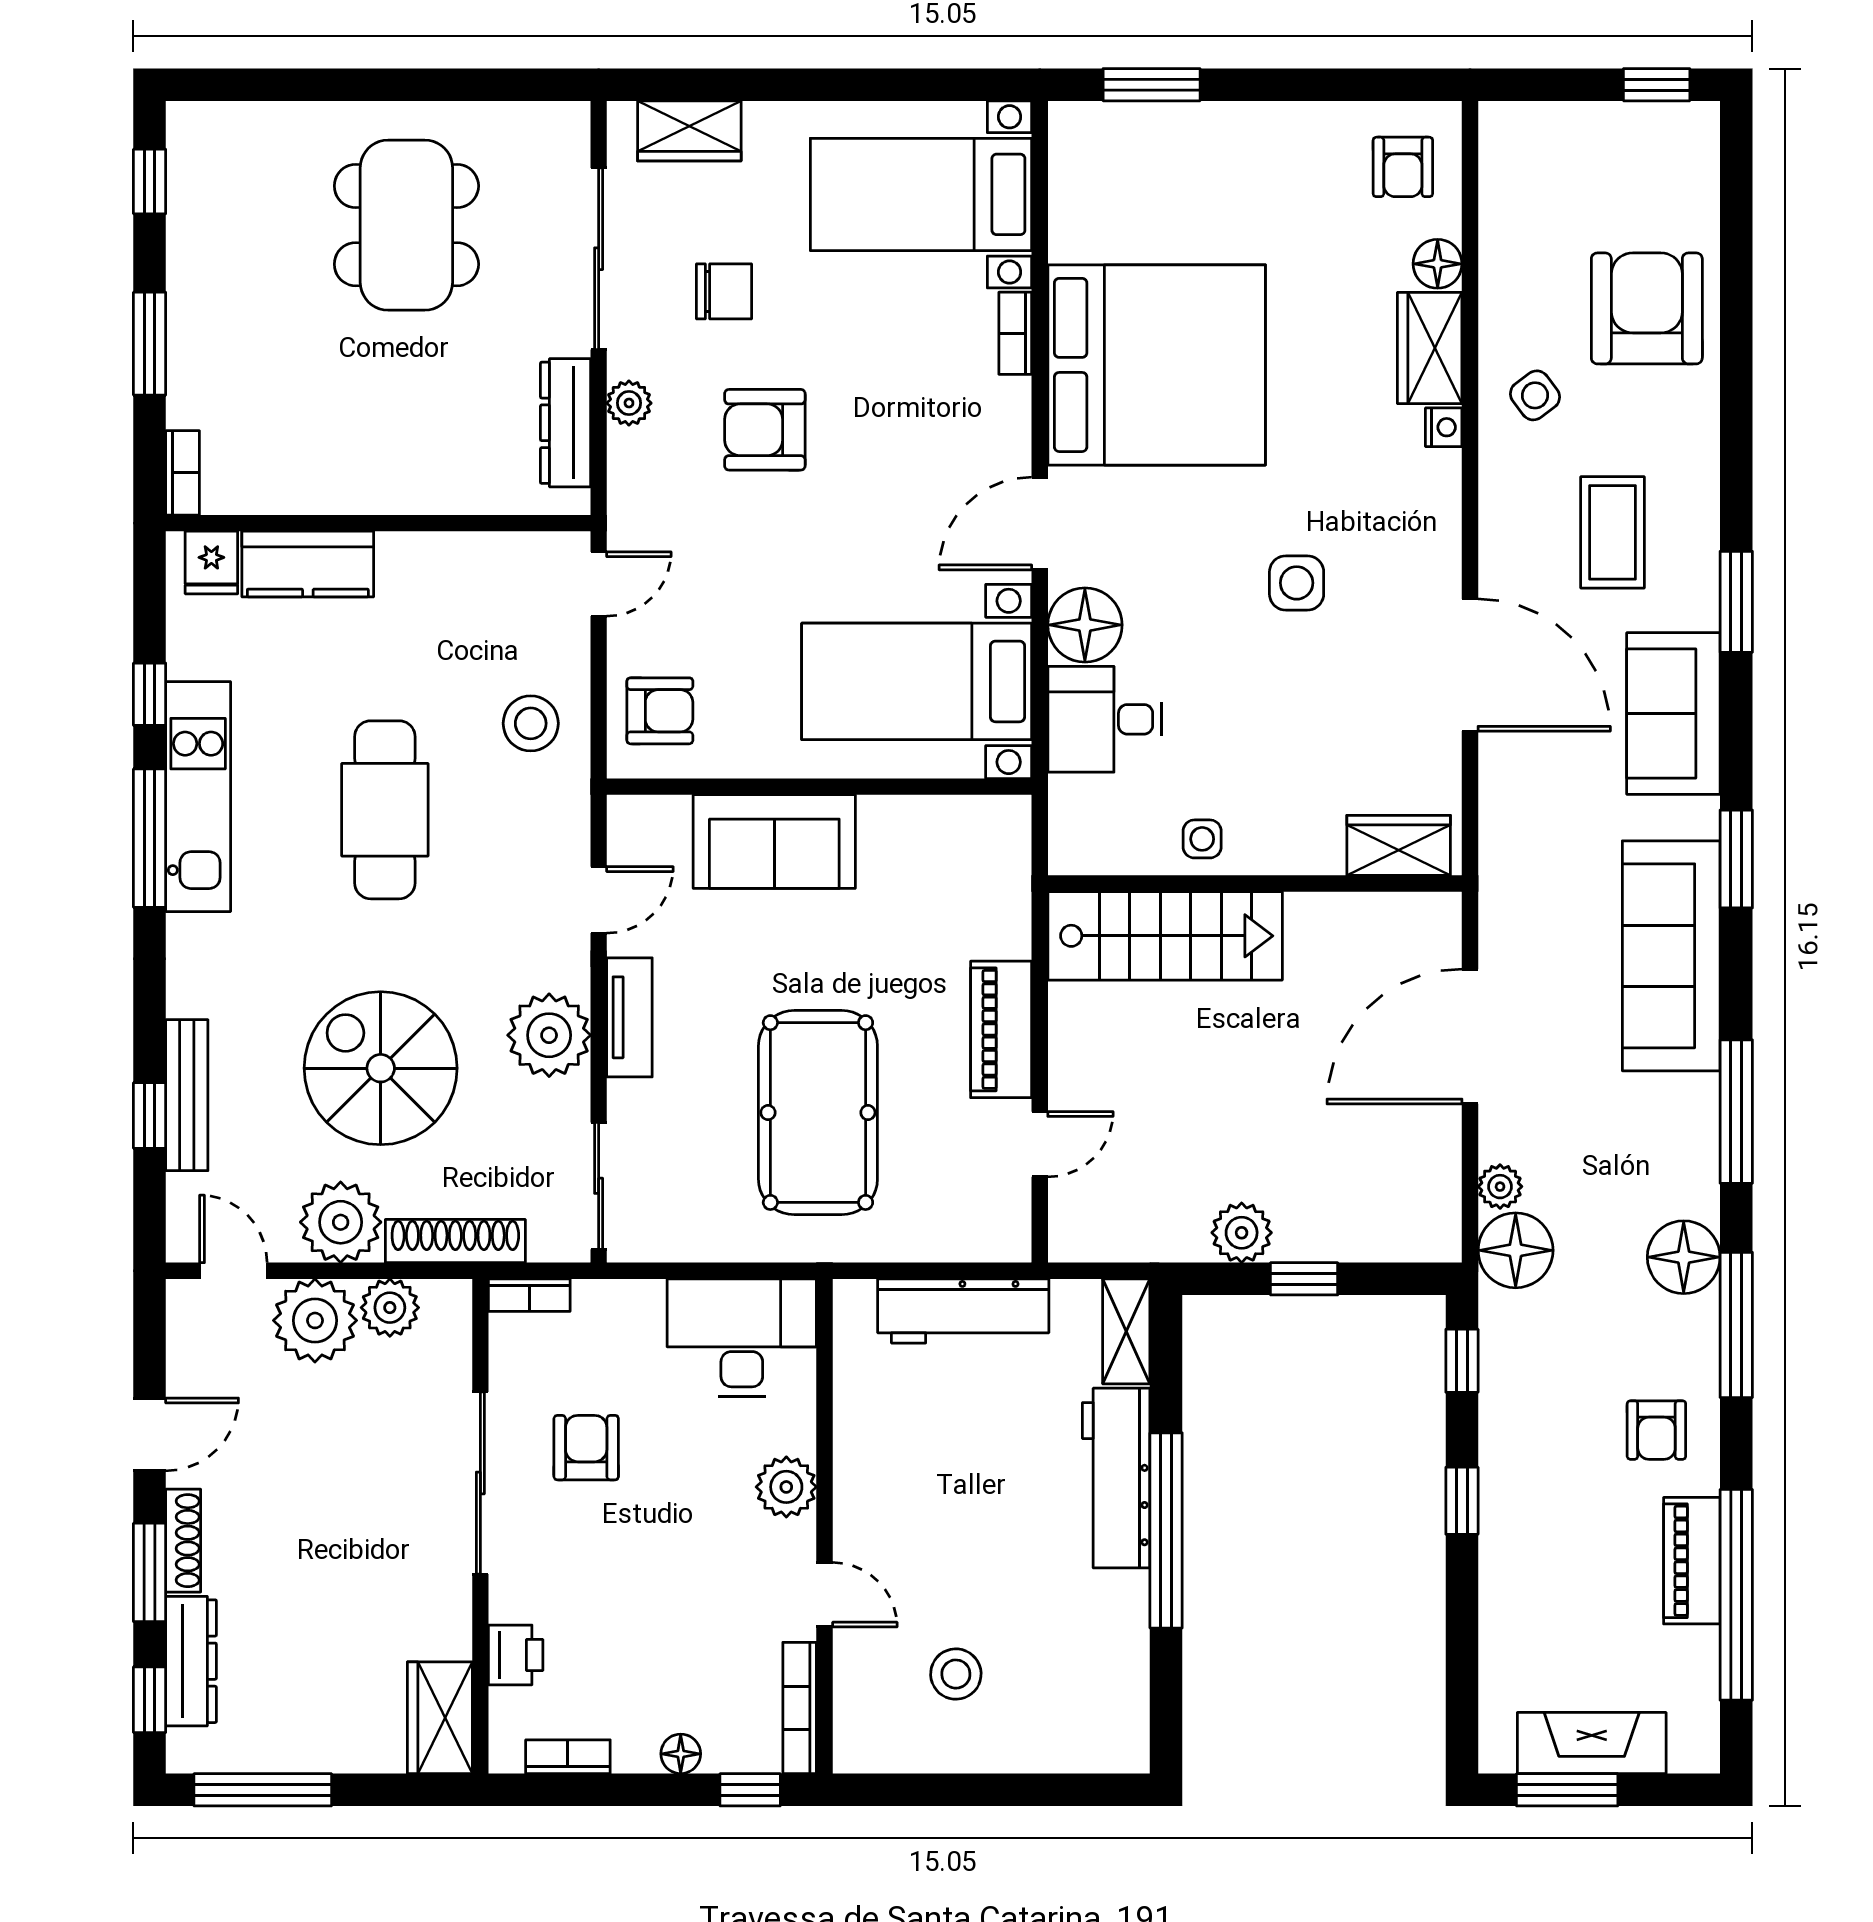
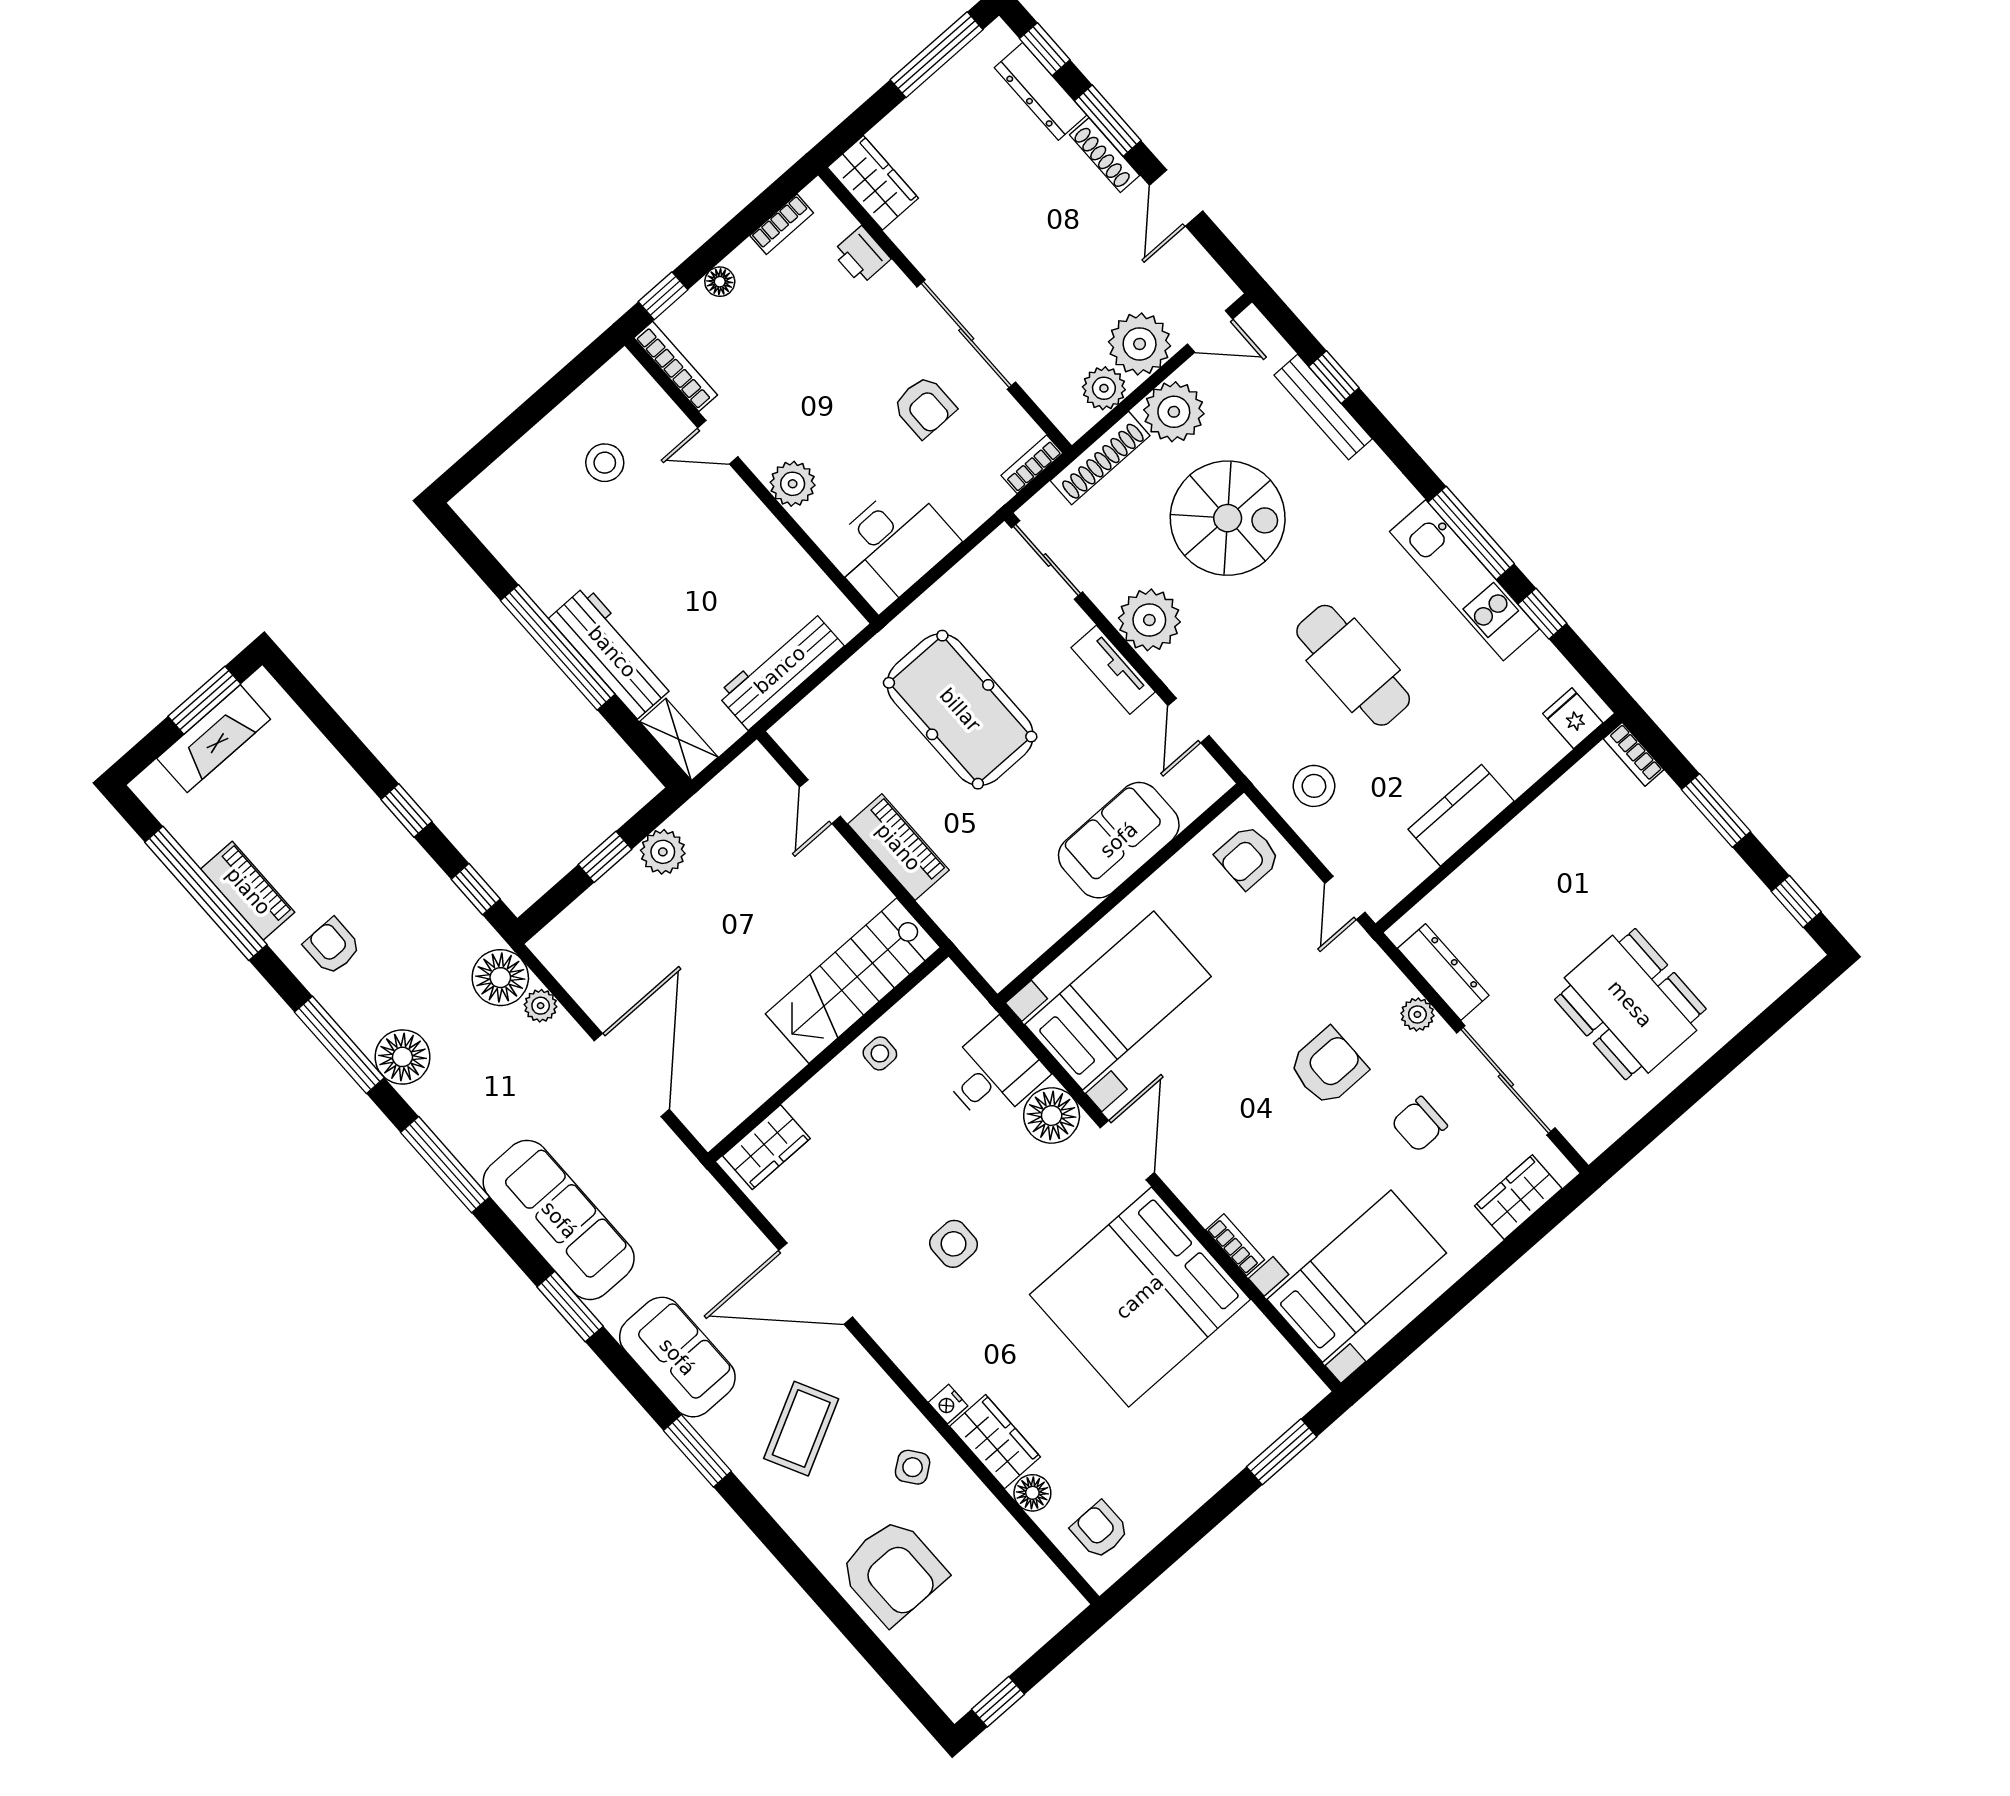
coffee table: (1612, 532) -> (801, 1429), turned 63
kitchen counter: (308, 564) -> (1461, 815), moved

